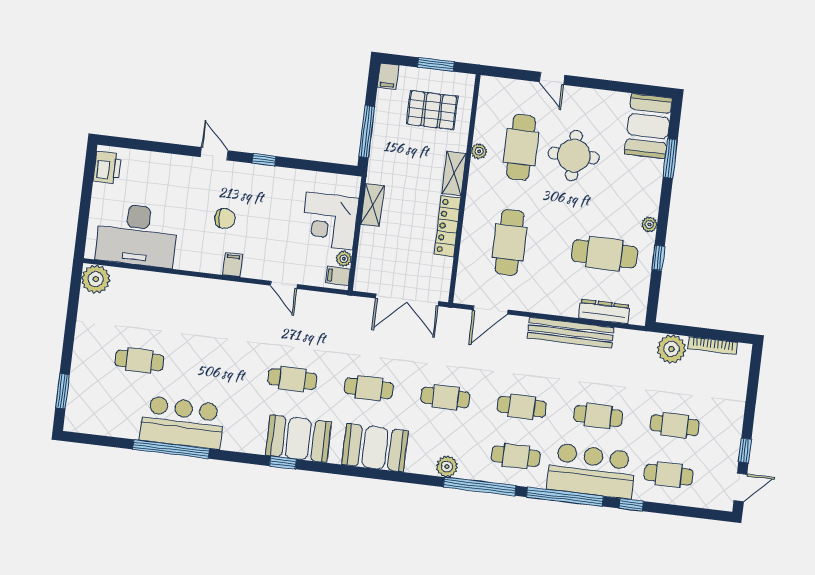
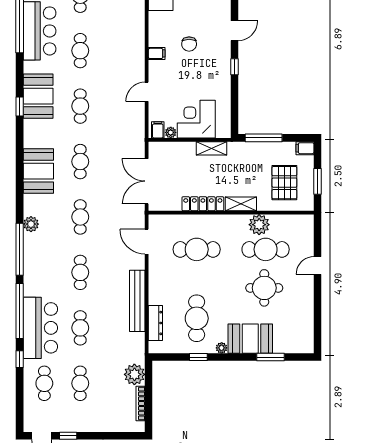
booth: (648, 126) -> (250, 339), moved
plant: (479, 151) -> (259, 225), width x1.88, depth x1.88
booth: (298, 439) -> (38, 96), moved
cafe table: (516, 456) -> (80, 51), moved

